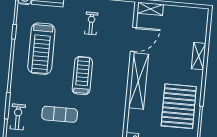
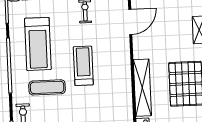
shelving: (138, 81) -> (142, 88), moved
exercise mat: (60, 114) -> (47, 87), moved

